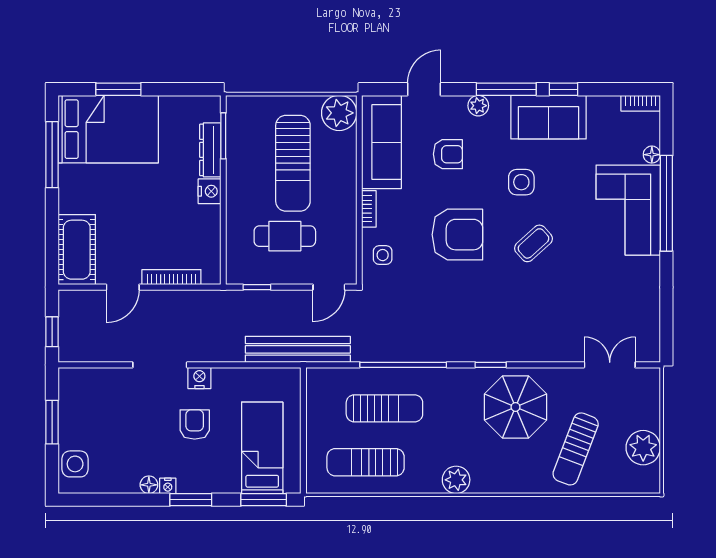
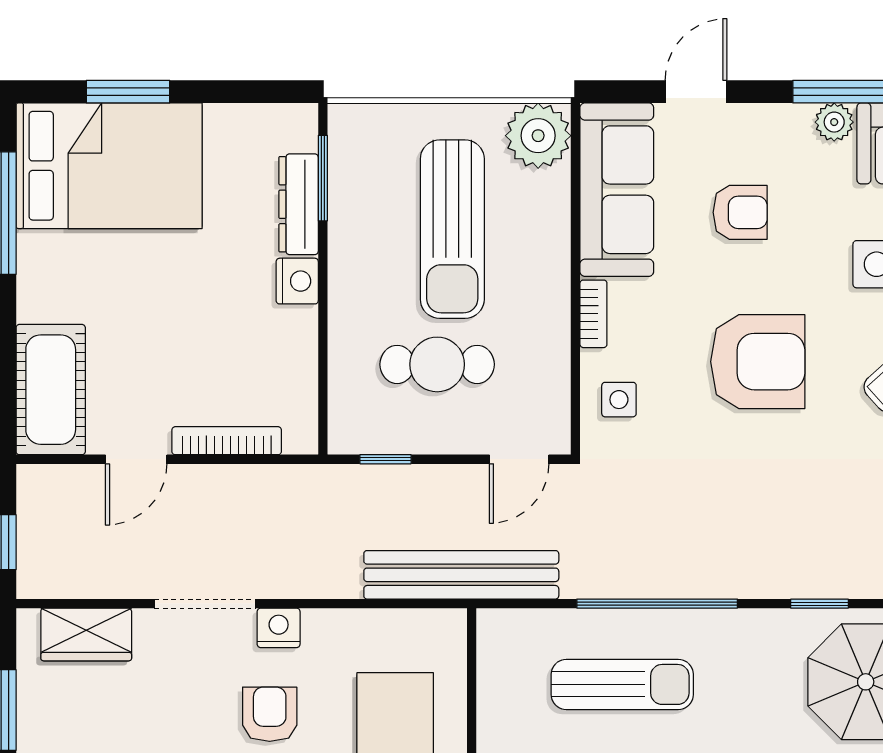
plant: (478, 106) -> (834, 122), moved
wardrobe: (96, 381) -> (86, 634), added

